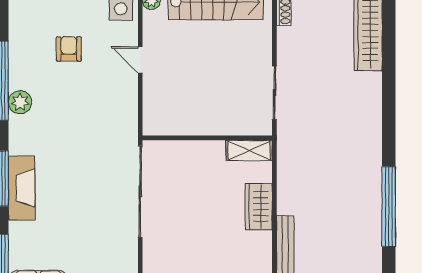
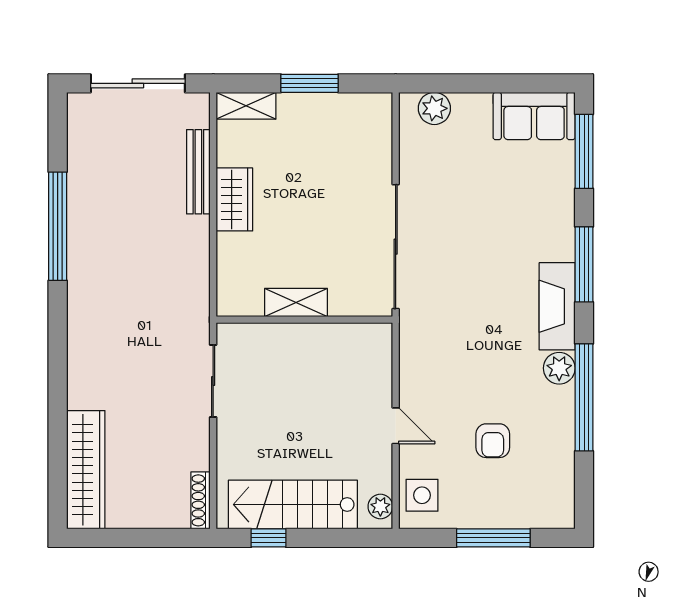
shelving: (249, 150) -> (296, 302), moved
fireplace: (22, 188) -> (557, 306), moved
wardrobe: (259, 207) -> (234, 199), moved

